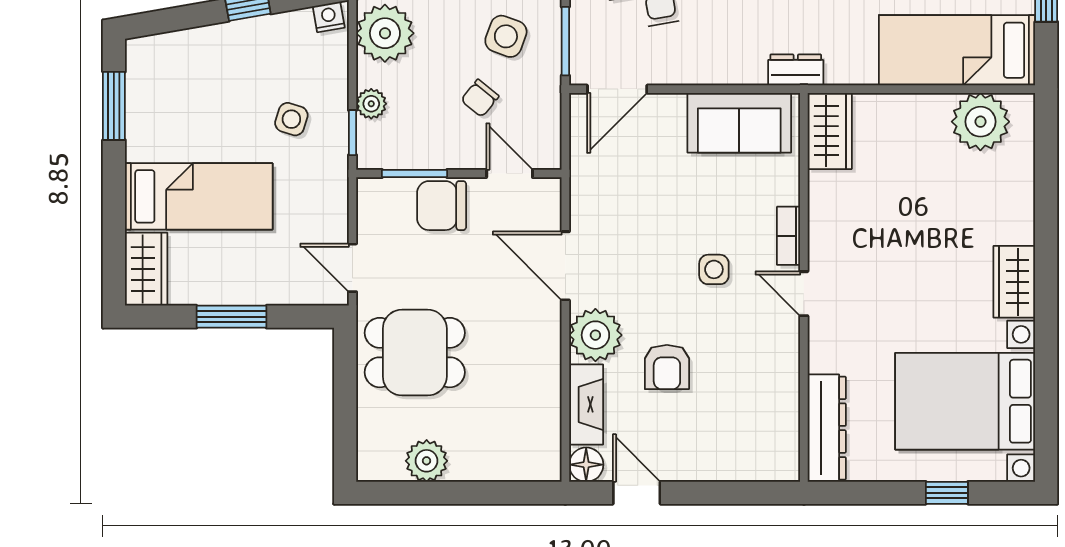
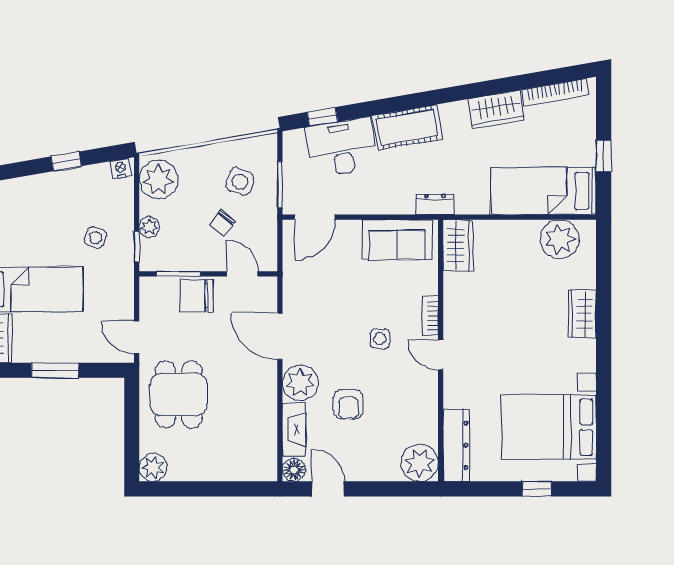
wardrobe: (1014, 282) -> (582, 314), moved
dining table: (415, 353) -> (179, 394), turned 90
plant: (773, 454) -> (420, 463), added
plant: (427, 461) -> (153, 467), moved

